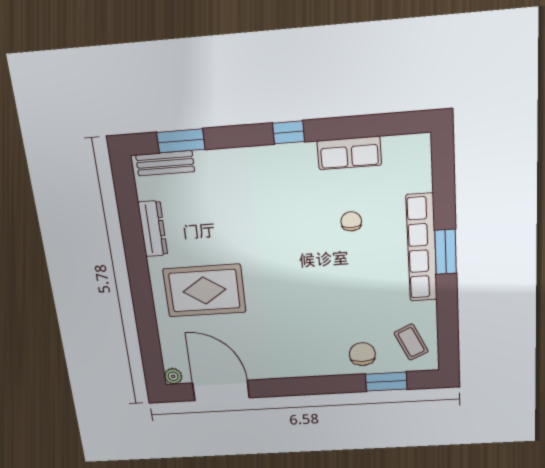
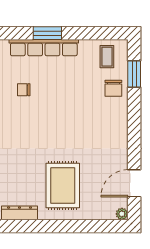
coffee table: (411, 342) -> (107, 57), turned -65
chair: (362, 354) -> (113, 88), turned -90
door: (221, 390) -> (134, 183), width x0.73

